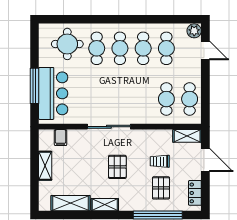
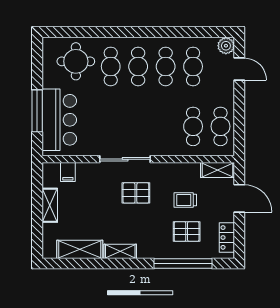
pallet: (117, 167) -> (136, 193), moved, turned 90
pallet: (161, 188) -> (187, 231), turned 90

